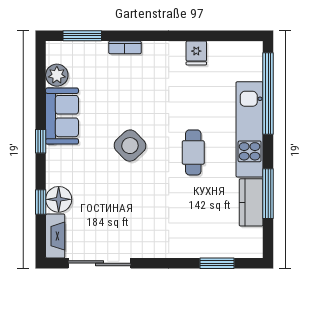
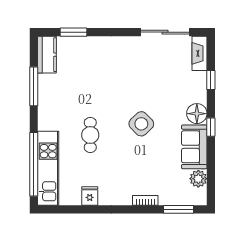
kitchen unit: (250, 129) -> (48, 168), moved
cafe table: (193, 152) -> (90, 135), moved
floor lamp: (59, 199) -> (197, 114), moved
kitchen counter: (251, 202) -> (47, 55), moved

